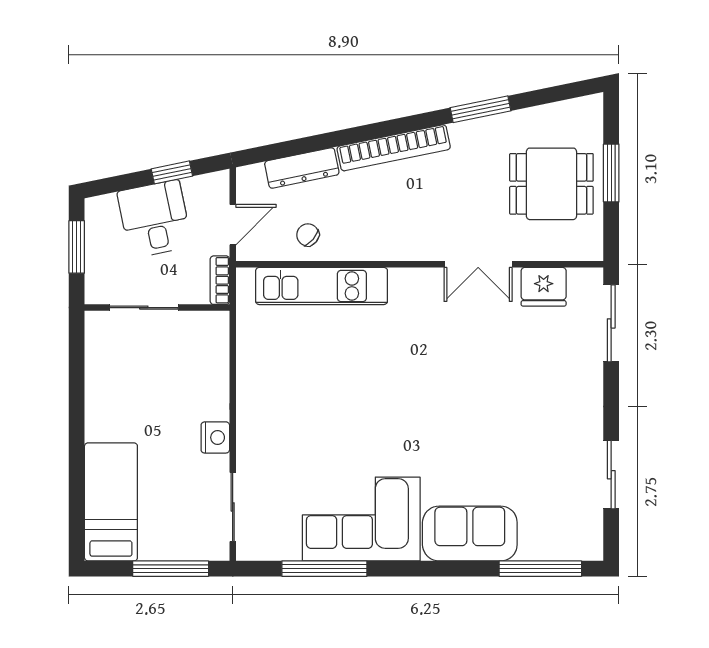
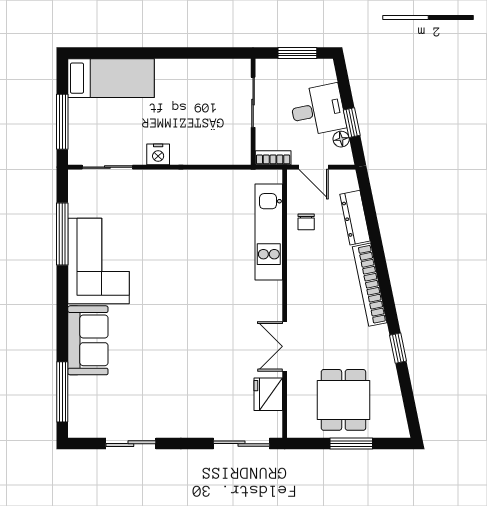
window: (481, 109) -> (398, 348), width x0.67
floor lamp: (194, 187) -> (341, 139), added
chair: (308, 235) -> (306, 222), turned 140

